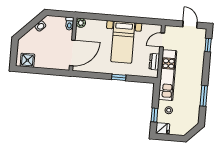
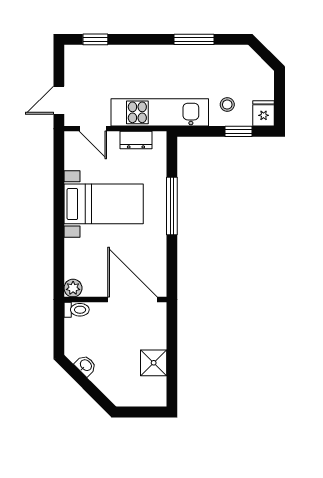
door: (190, 25) -> (59, 100), moved
shower: (27, 60) -> (154, 363), moved
window: (119, 77) -> (172, 206), width x2.17

